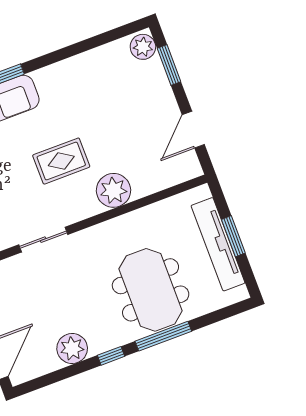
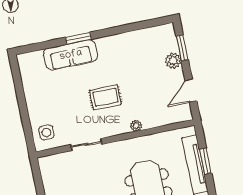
plant: (143, 47) -> (173, 61), moved
plant: (113, 190) -> (136, 126), width x0.53, depth x0.53

